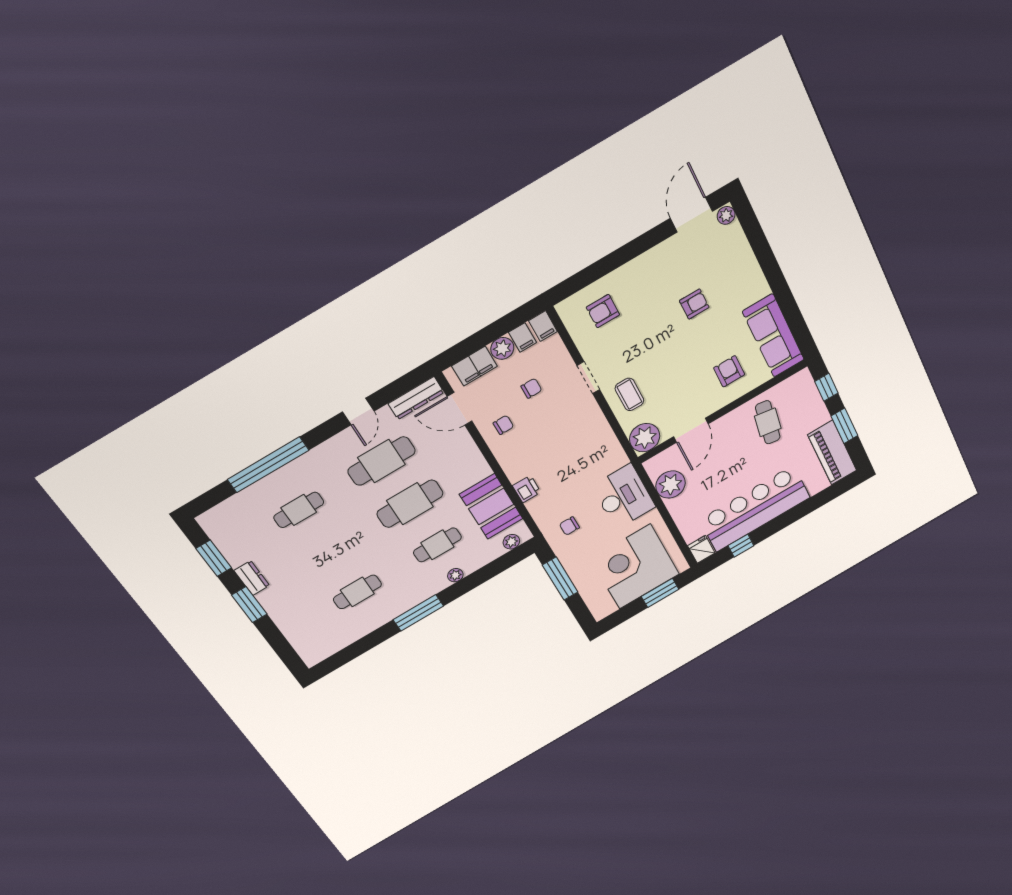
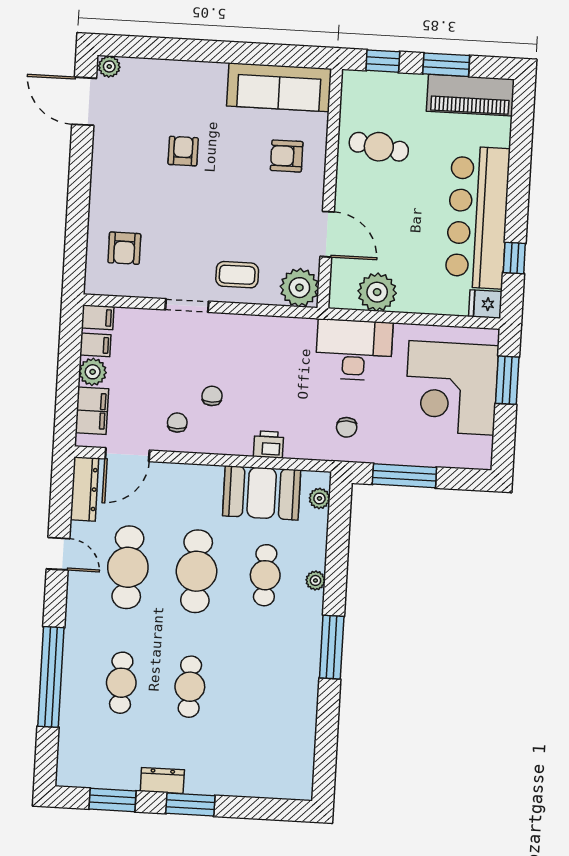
chair: (531, 388) -> (212, 396), moved
cafe table: (357, 592) -> (190, 687), moved

